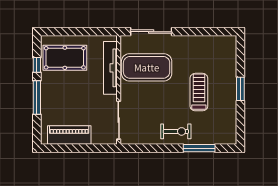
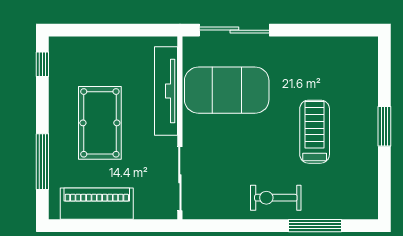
pool table: (65, 58) -> (100, 123), moved, turned 90
window: (37, 65) -> (42, 64), moved
window: (37, 97) -> (42, 162), moved
exercise bike: (176, 131) -> (276, 198), turned 180

